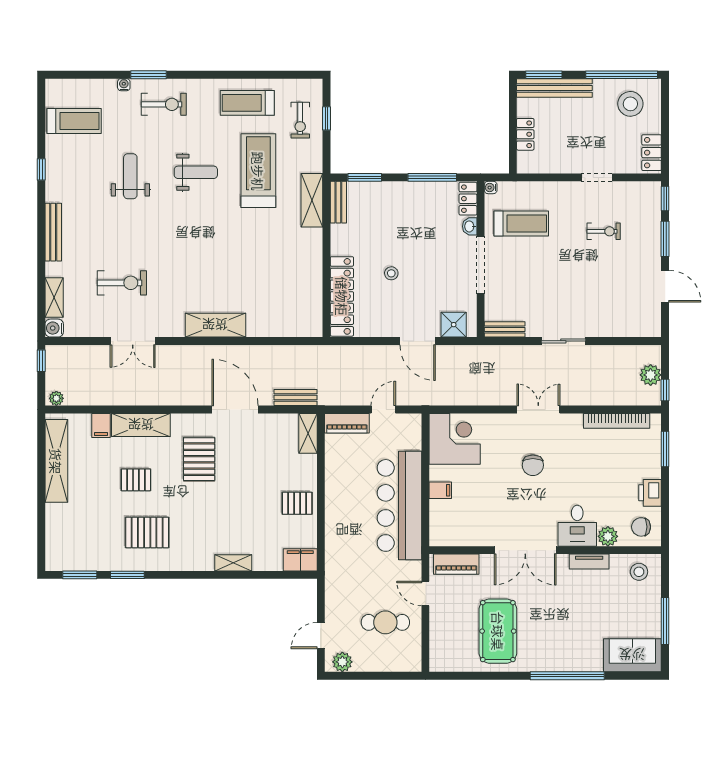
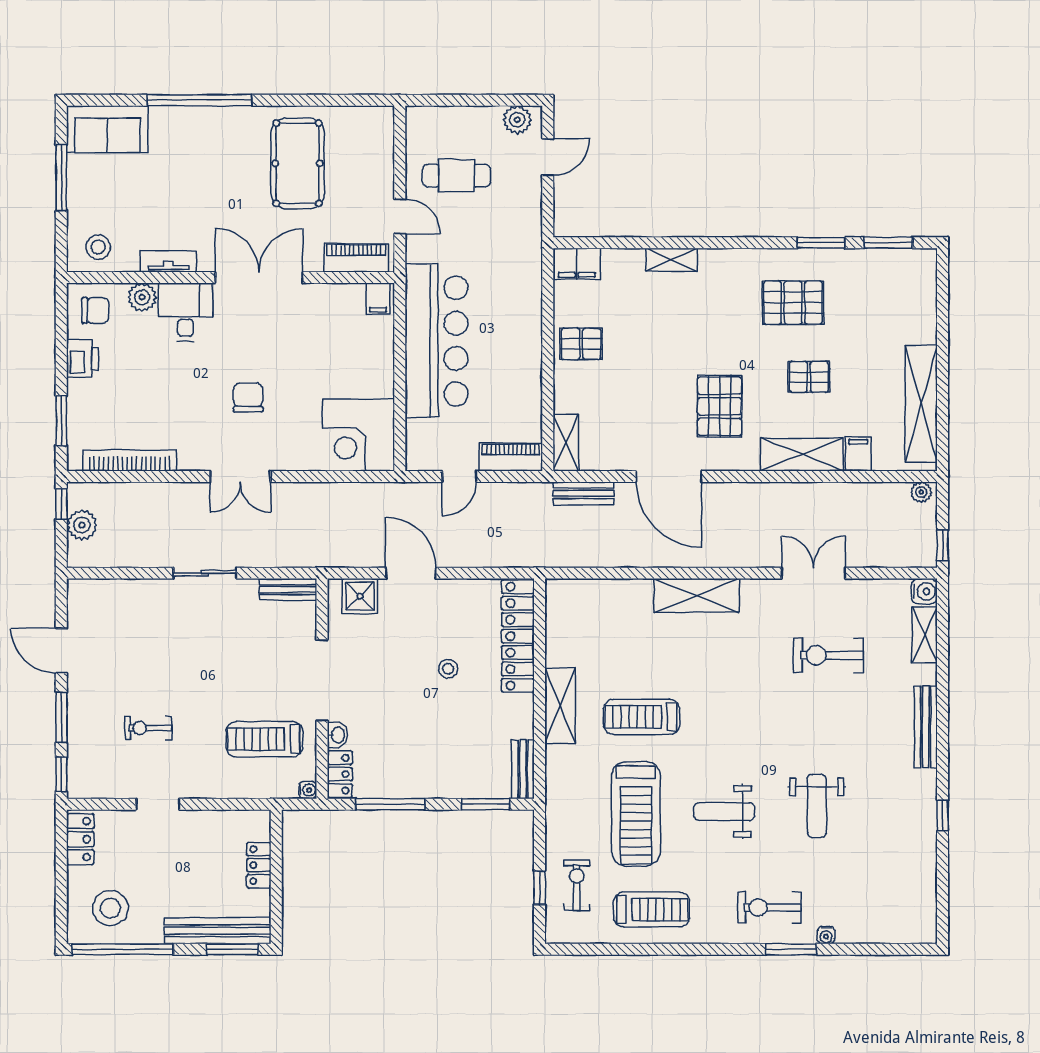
treadmill: (74, 121) -> (641, 717), moved
shelving: (312, 200) -> (560, 706), moved
filing cabinet: (440, 490) -> (378, 299), moved, turned -90

